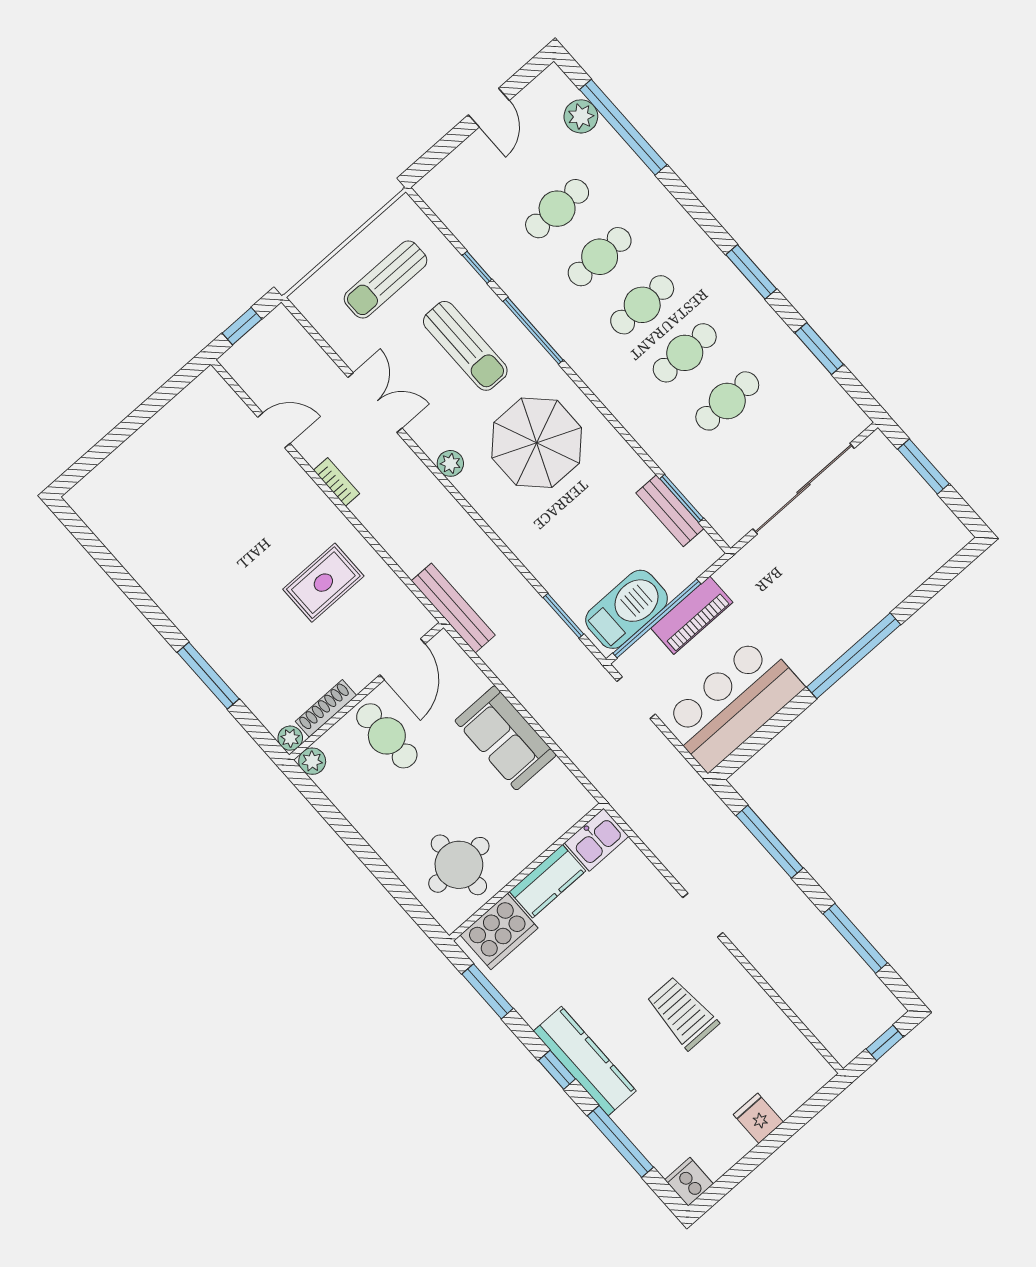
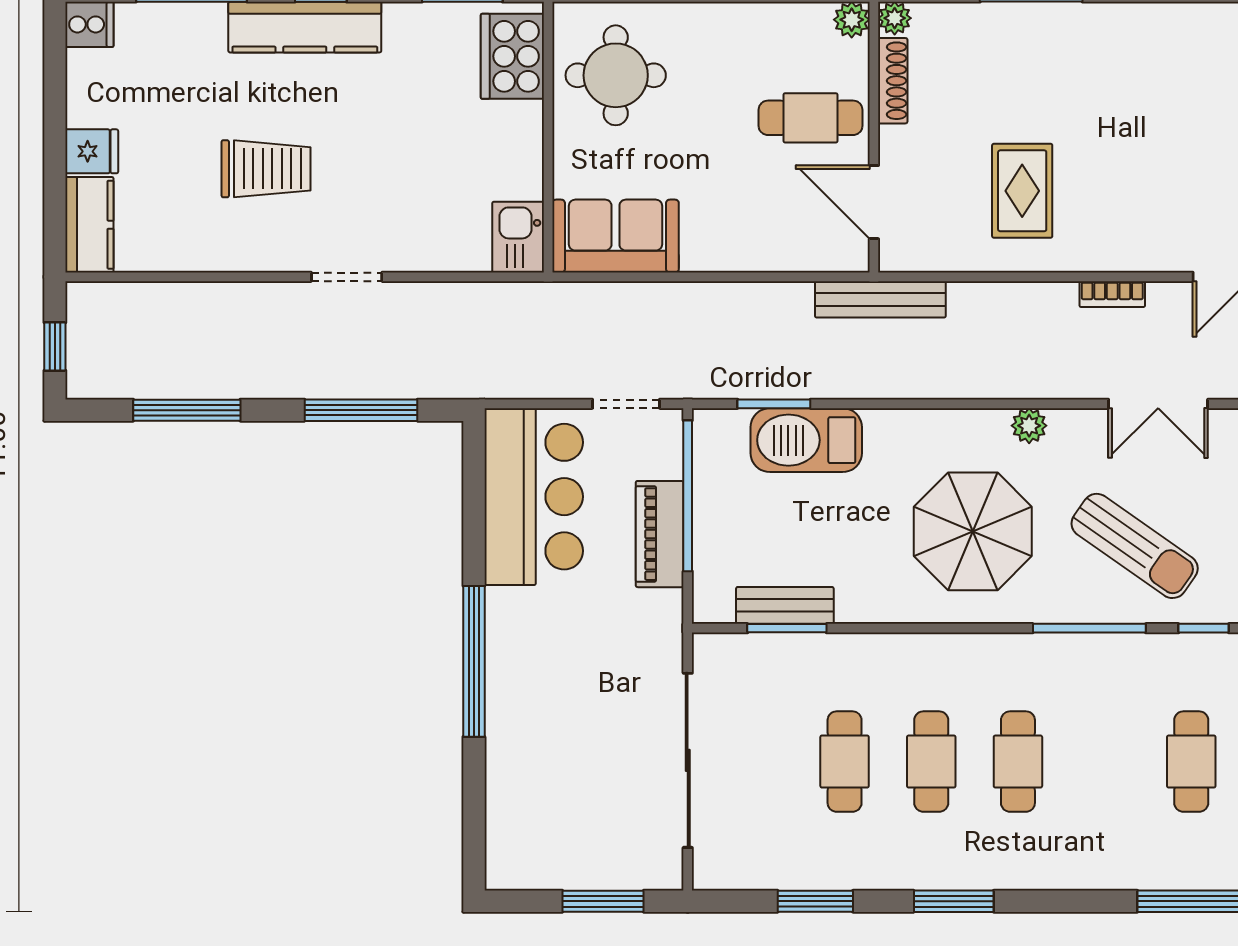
cafe table: (600, 257) -> (1105, 762), removed
sun lounger: (465, 346) -> (1135, 546), turned -145
barbecue: (627, 609) -> (806, 440), moved, turned 90
sofa: (506, 738) -> (615, 236), moved
kitchen counter: (548, 881) -> (89, 225), moved, turned 180

